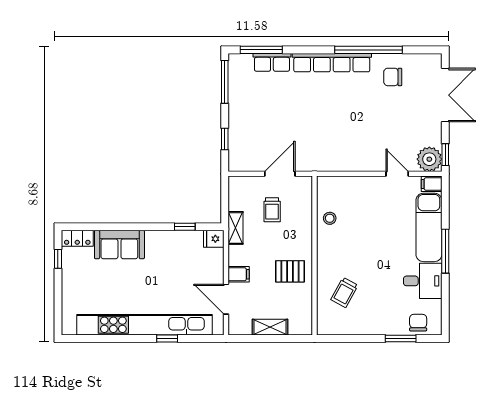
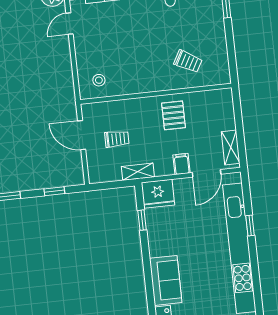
stool: (330, 218) -> (99, 80), moved
fridge: (214, 239) -> (158, 194), width x1.88, depth x1.34
shelving: (270, 327) -> (231, 147), moved

